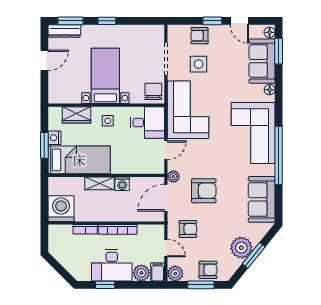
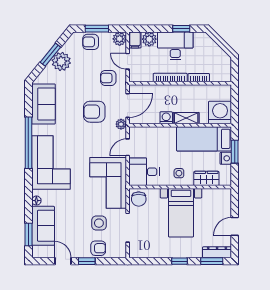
floor lamp: (270, 32) -> (36, 251), removed
washing machine: (61, 209) -> (220, 113), moved, turned 180

